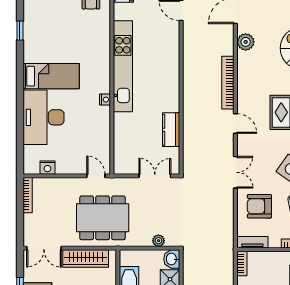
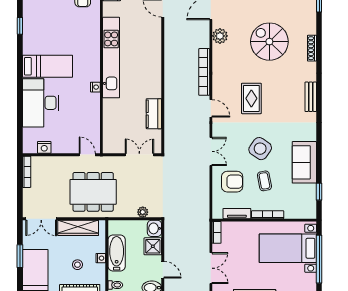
armchair: (259, 206) -> (232, 182), turned 180
tv unit: (252, 242) -> (237, 214), moved

